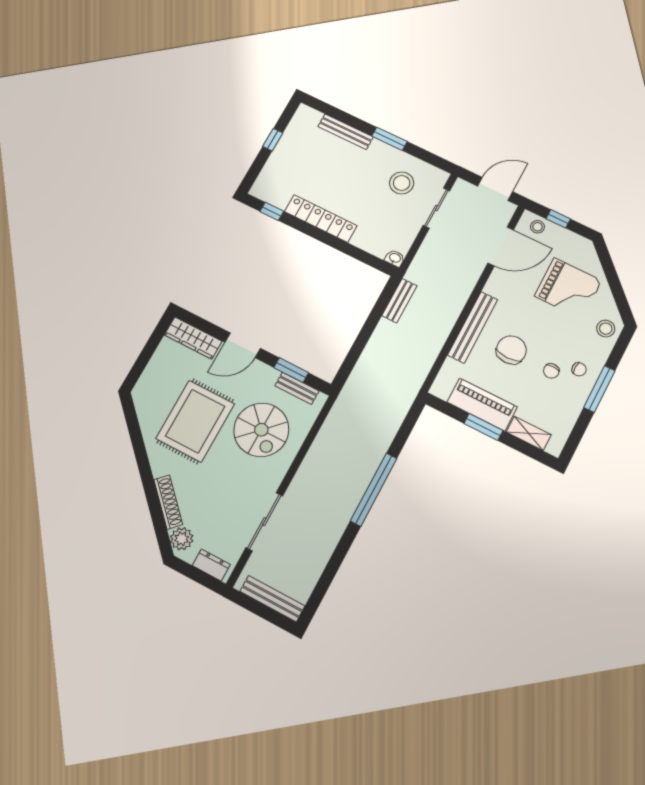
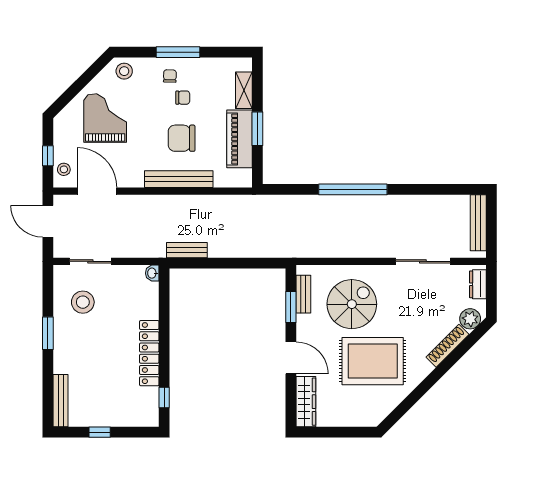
bench: (346, 132) -> (61, 401), moved

